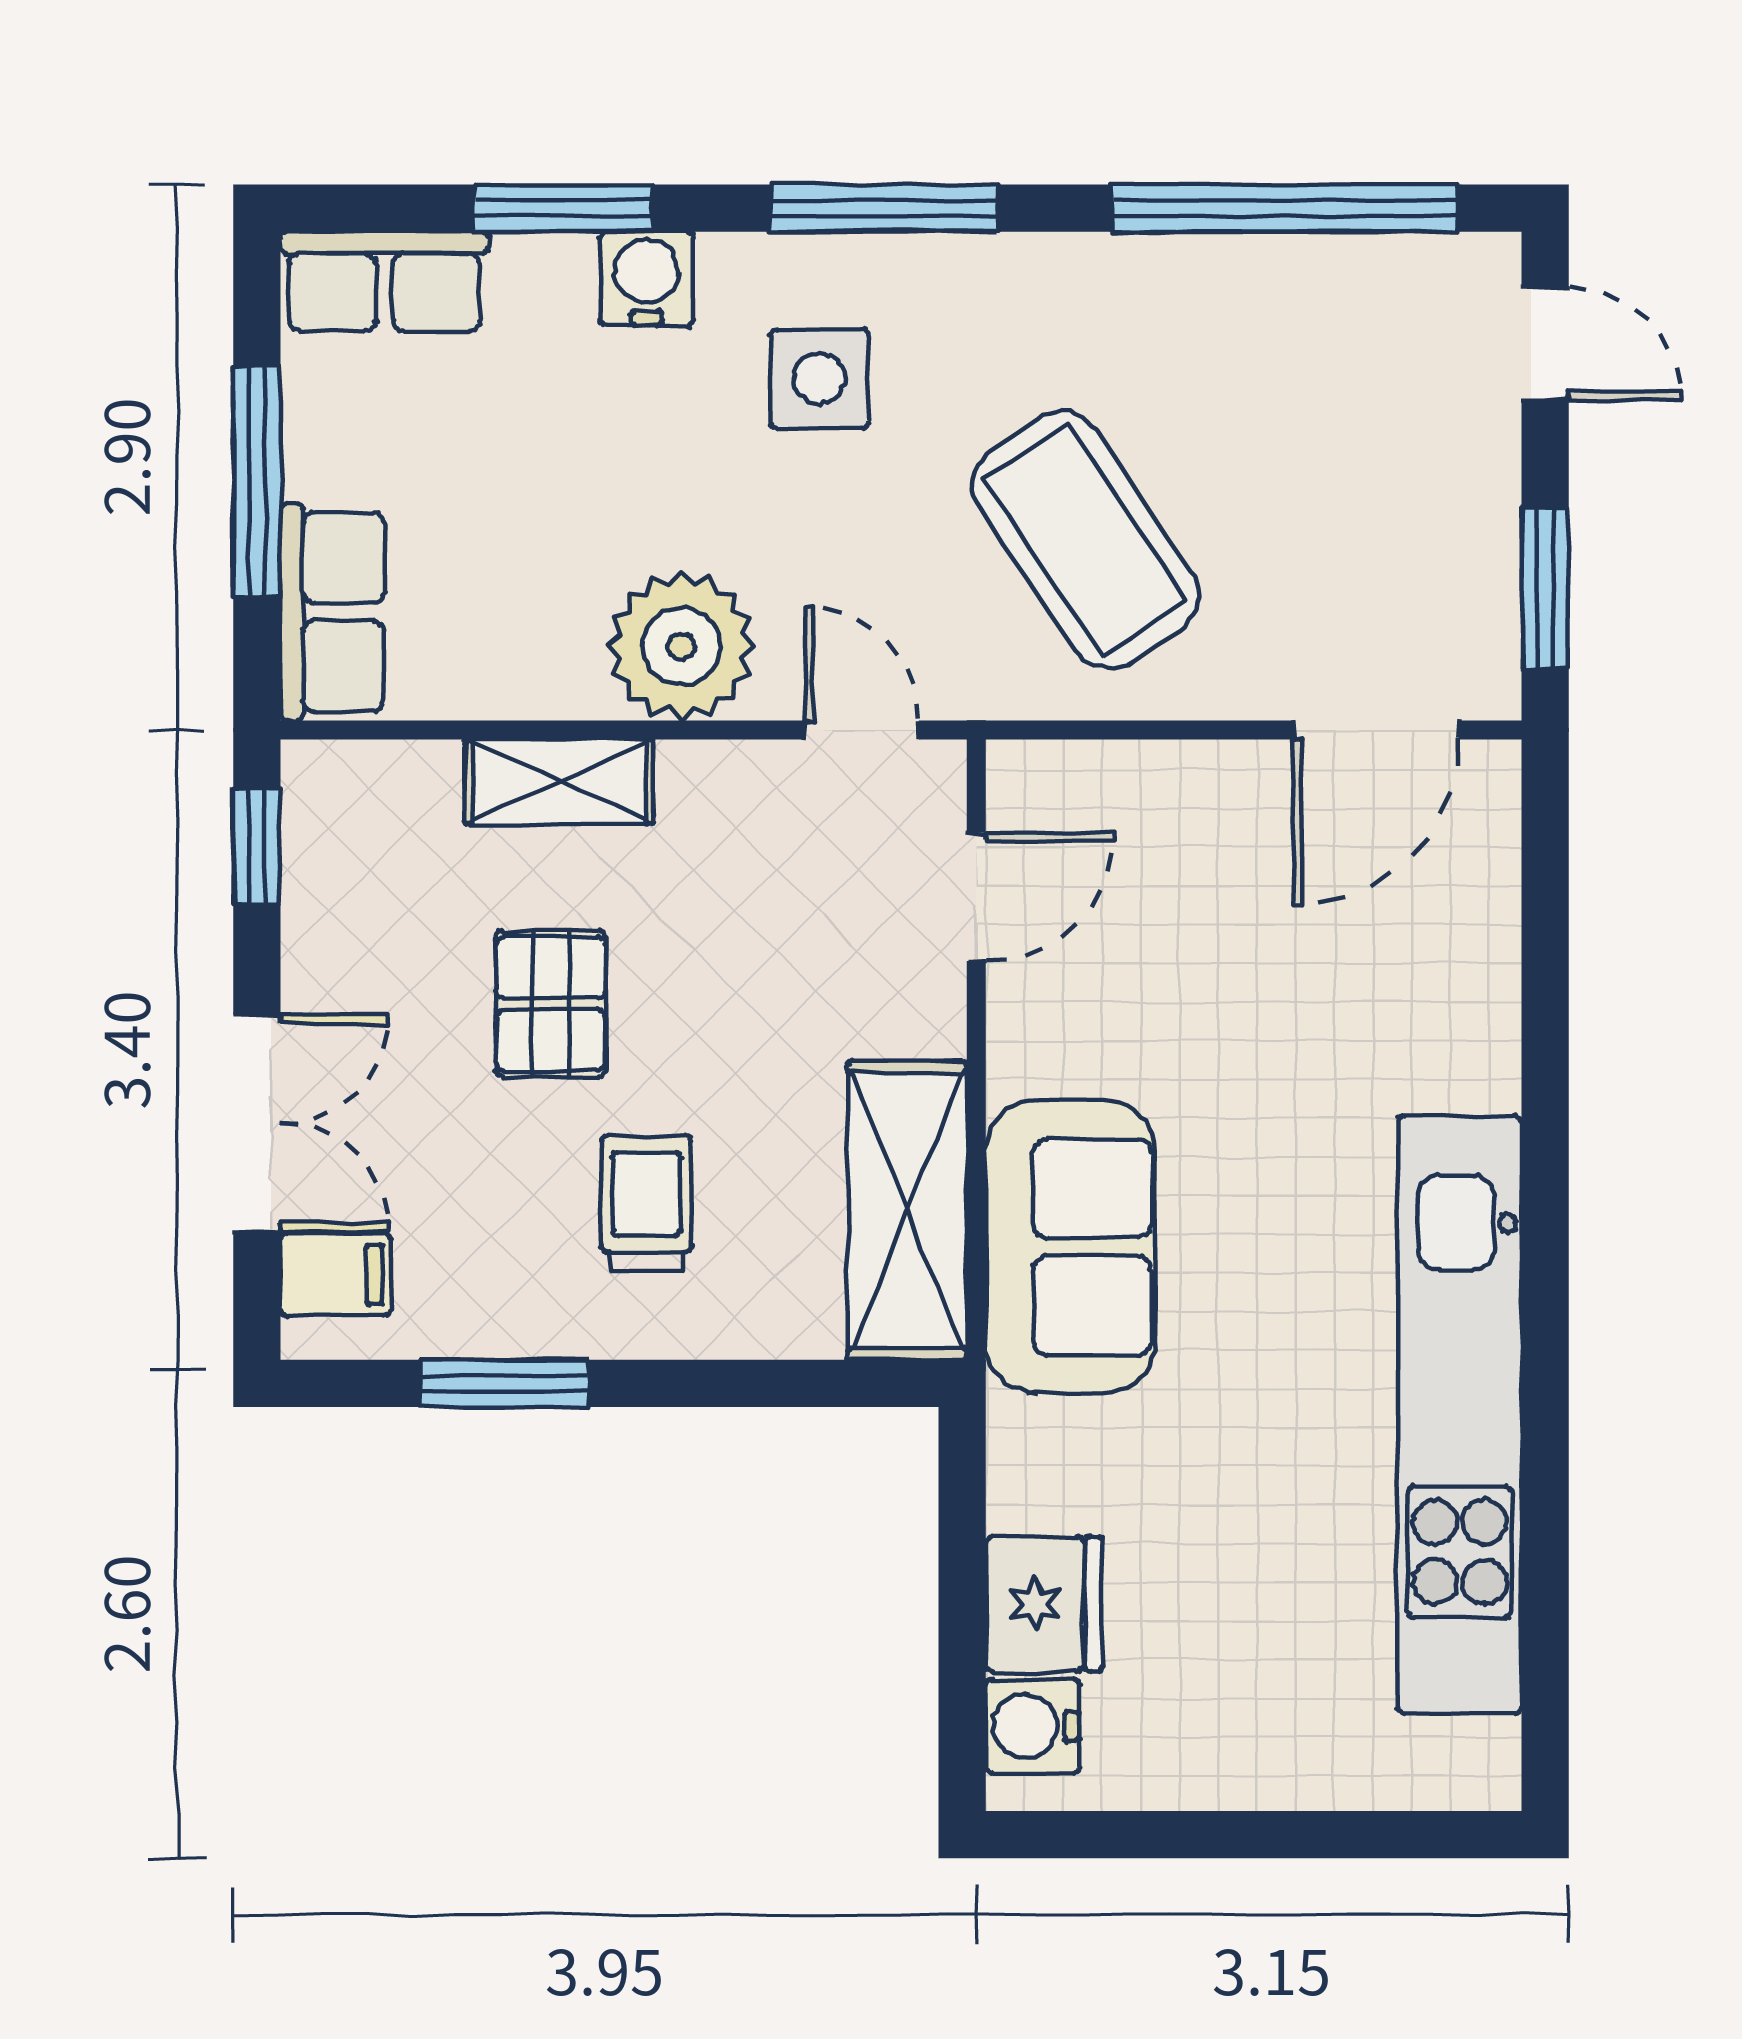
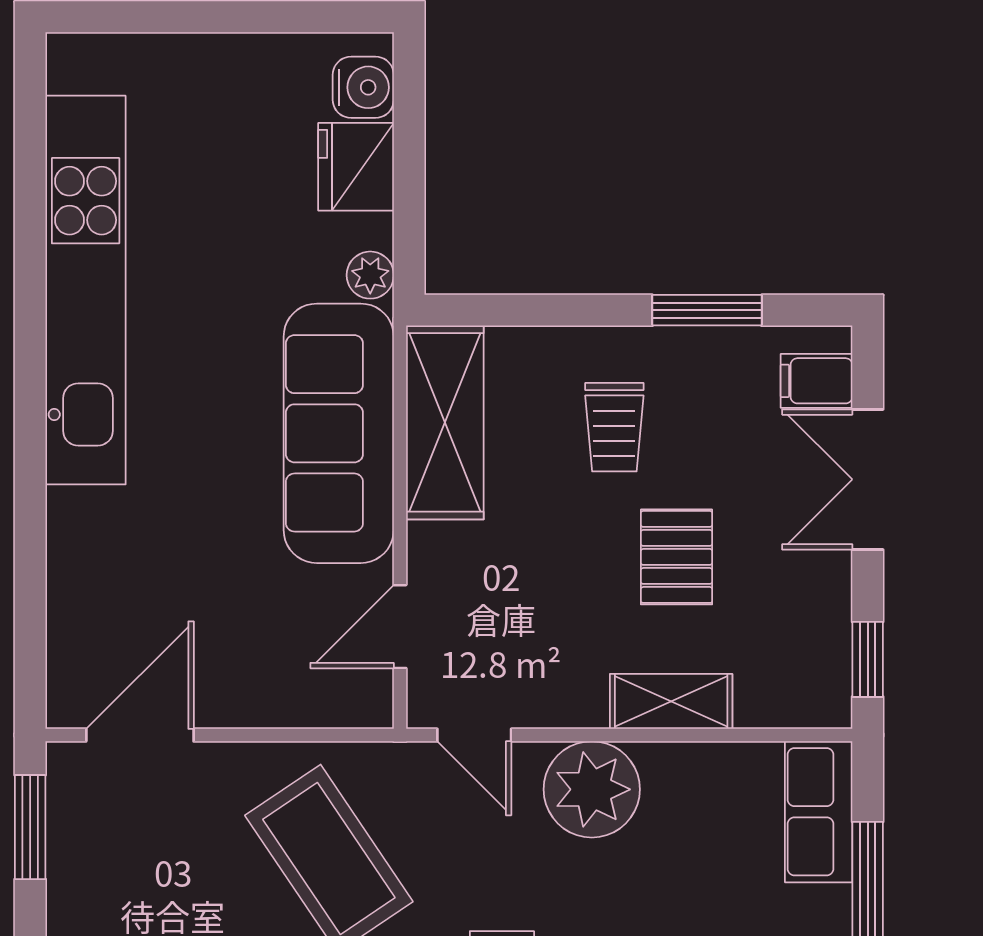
sofa: (1070, 1247) -> (339, 433), width x1.36
plant: (1022, 1437) -> (370, 275), added

